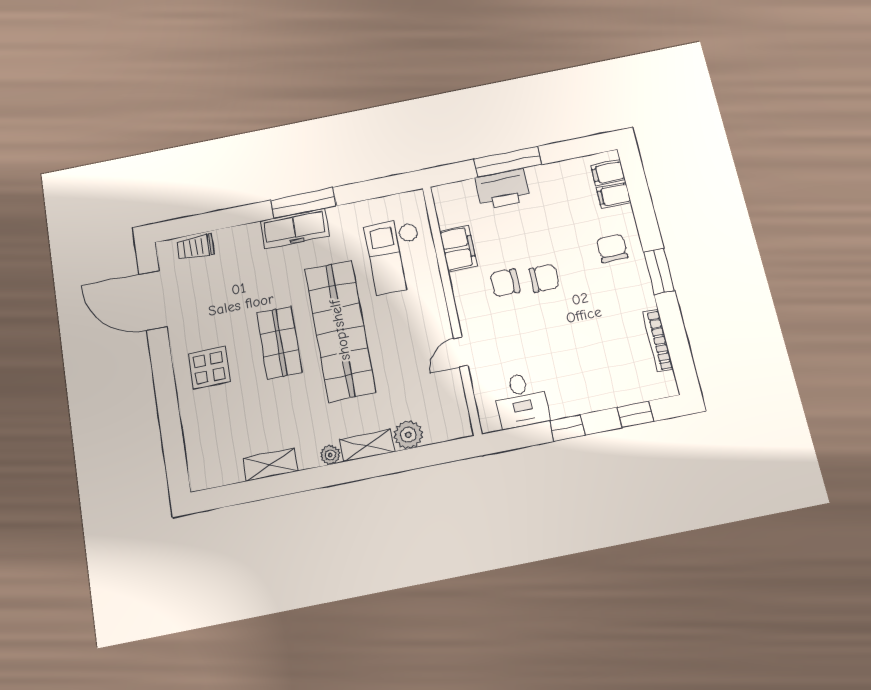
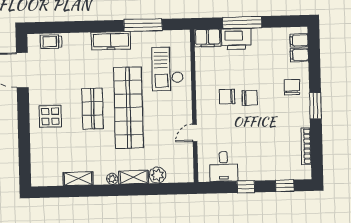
window: (303, 203) -> (143, 25), moved
filing cabinet: (458, 248) -> (208, 38), moved, turned 90

